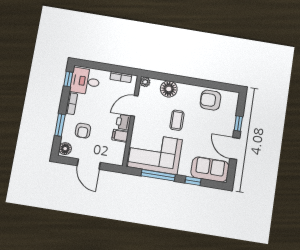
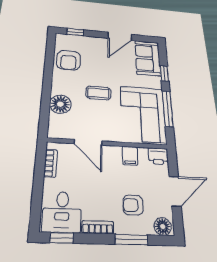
plant: (145, 82) -> (54, 132), removed
printer: (123, 122) -> (158, 156), moved
window: (238, 123) -> (75, 32), moved
armchair: (83, 131) -> (133, 205), turned 180

